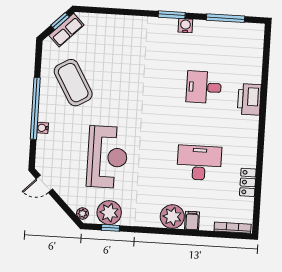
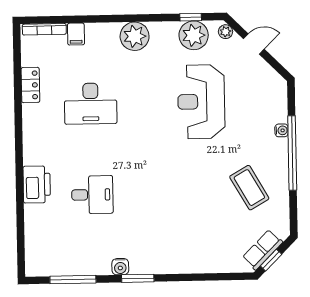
coffee table: (73, 83) -> (249, 188), width x0.73, depth x0.76
door: (44, 184) -> (254, 44), moved
plant: (172, 217) -> (135, 36), moved
filing cabinet: (192, 221) -> (76, 34), moved

